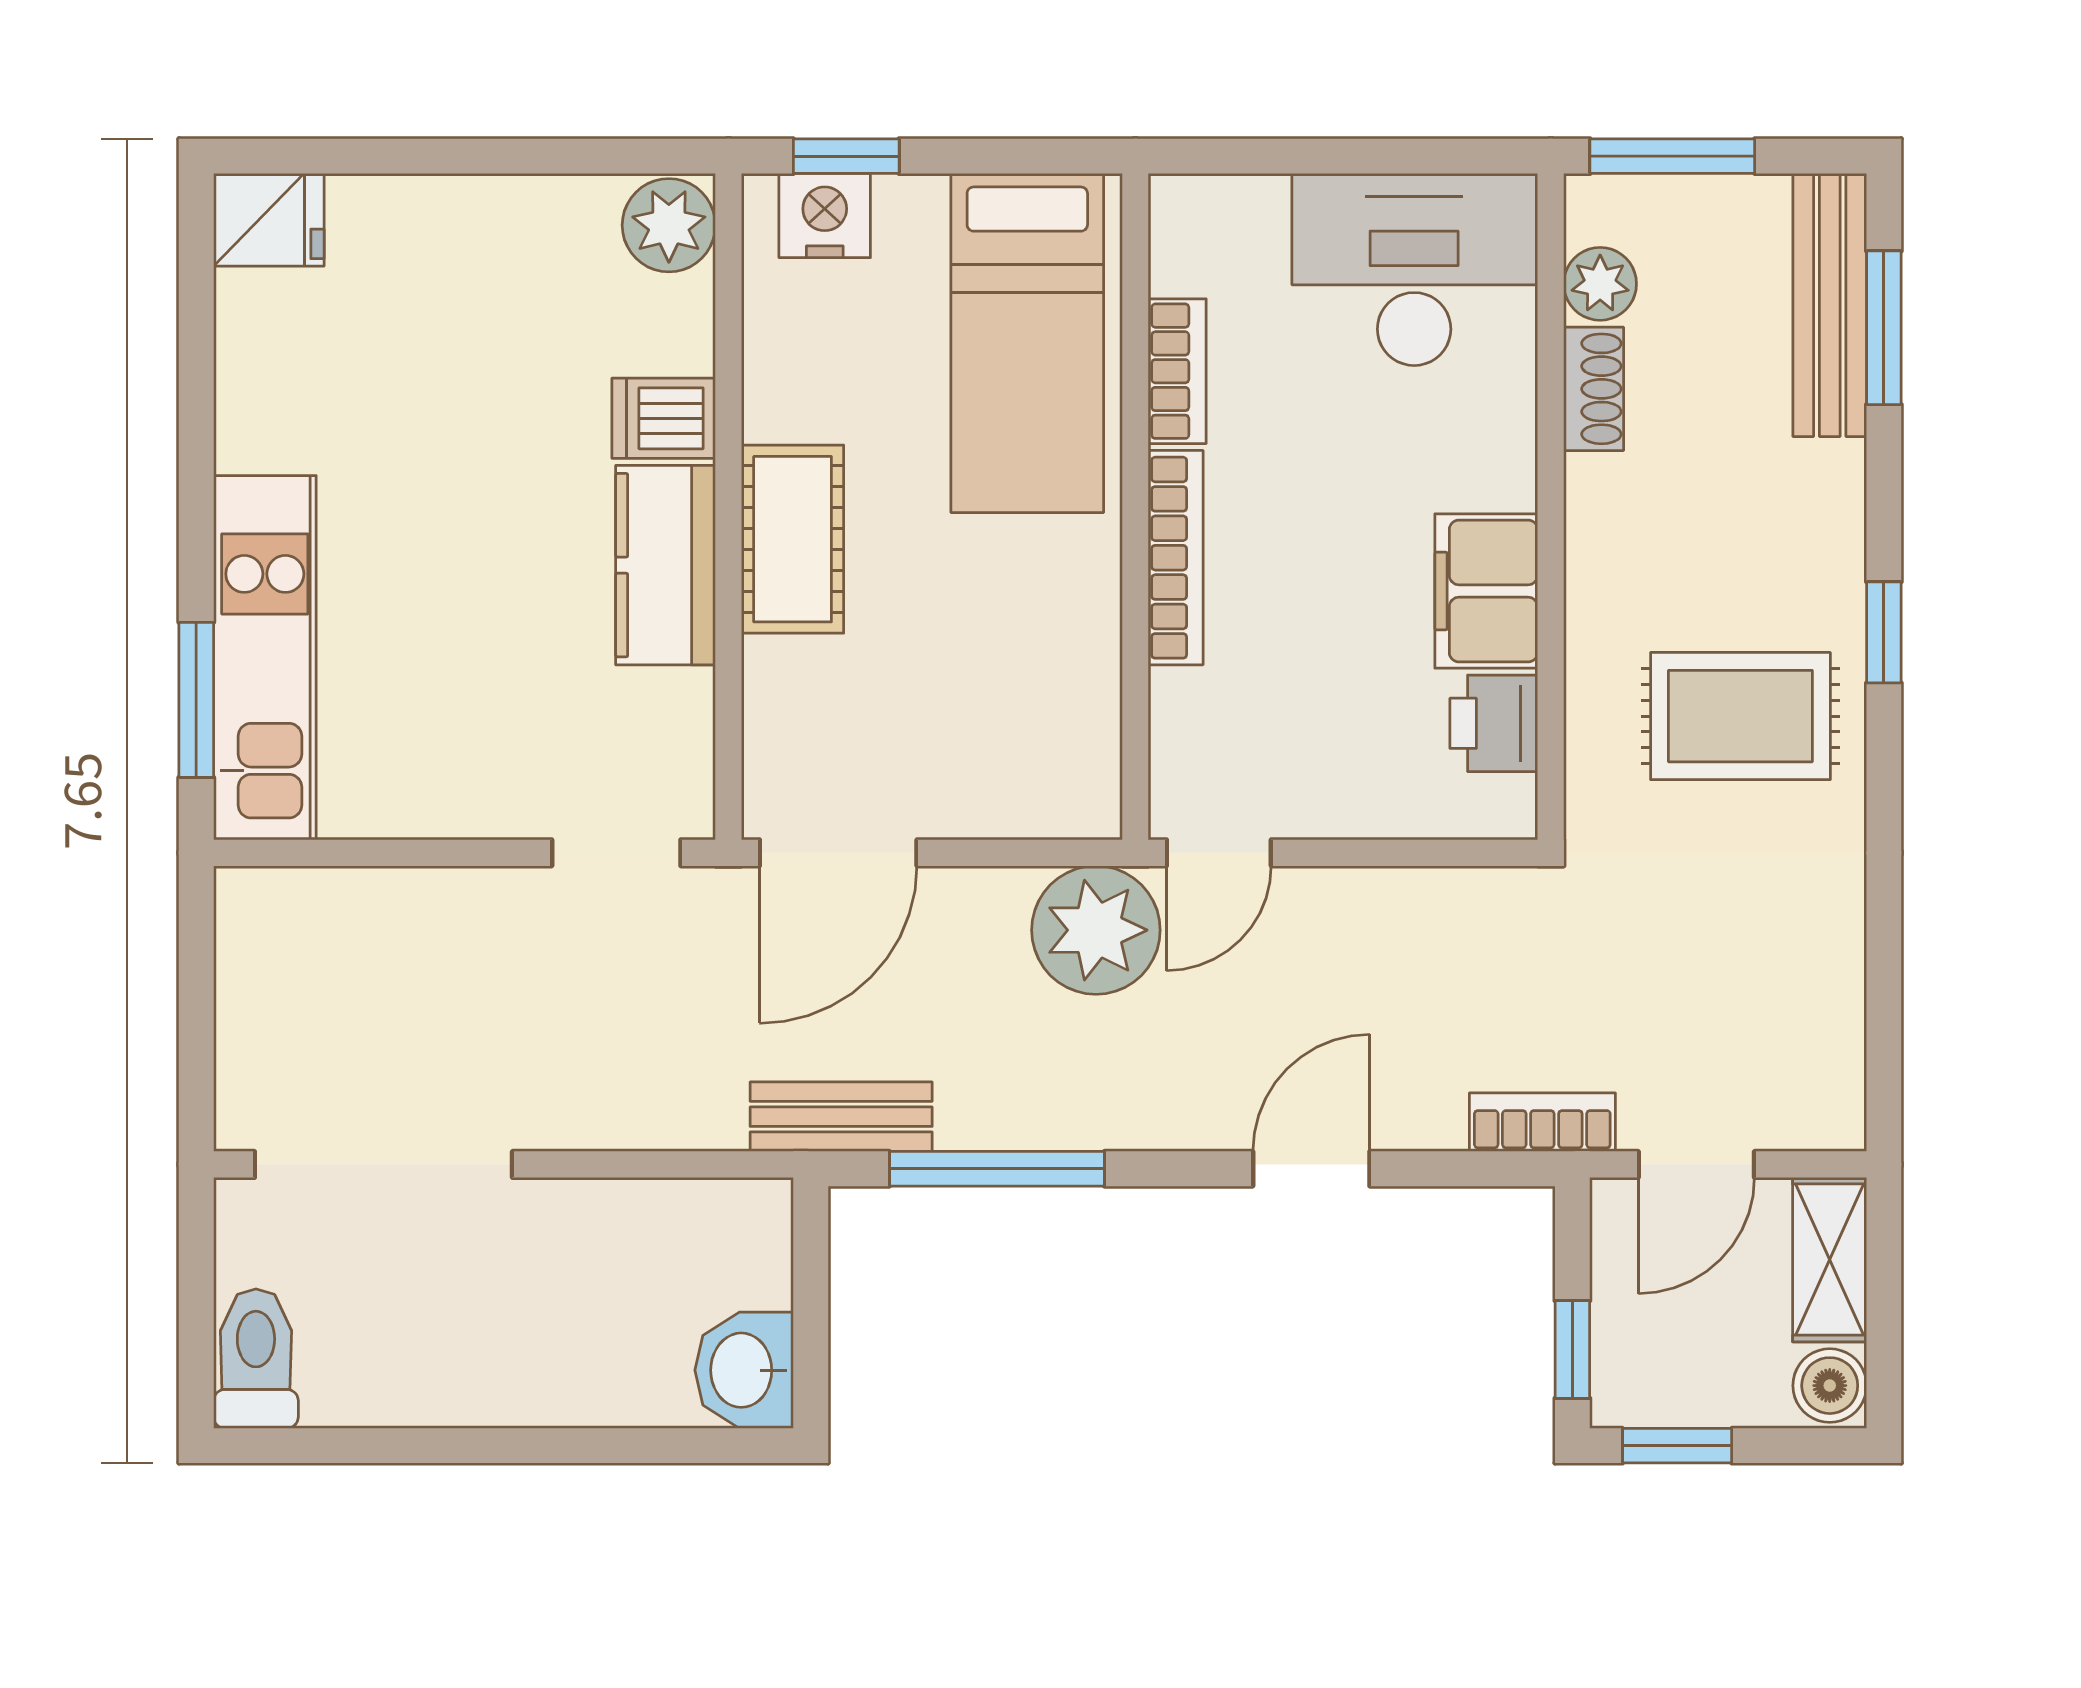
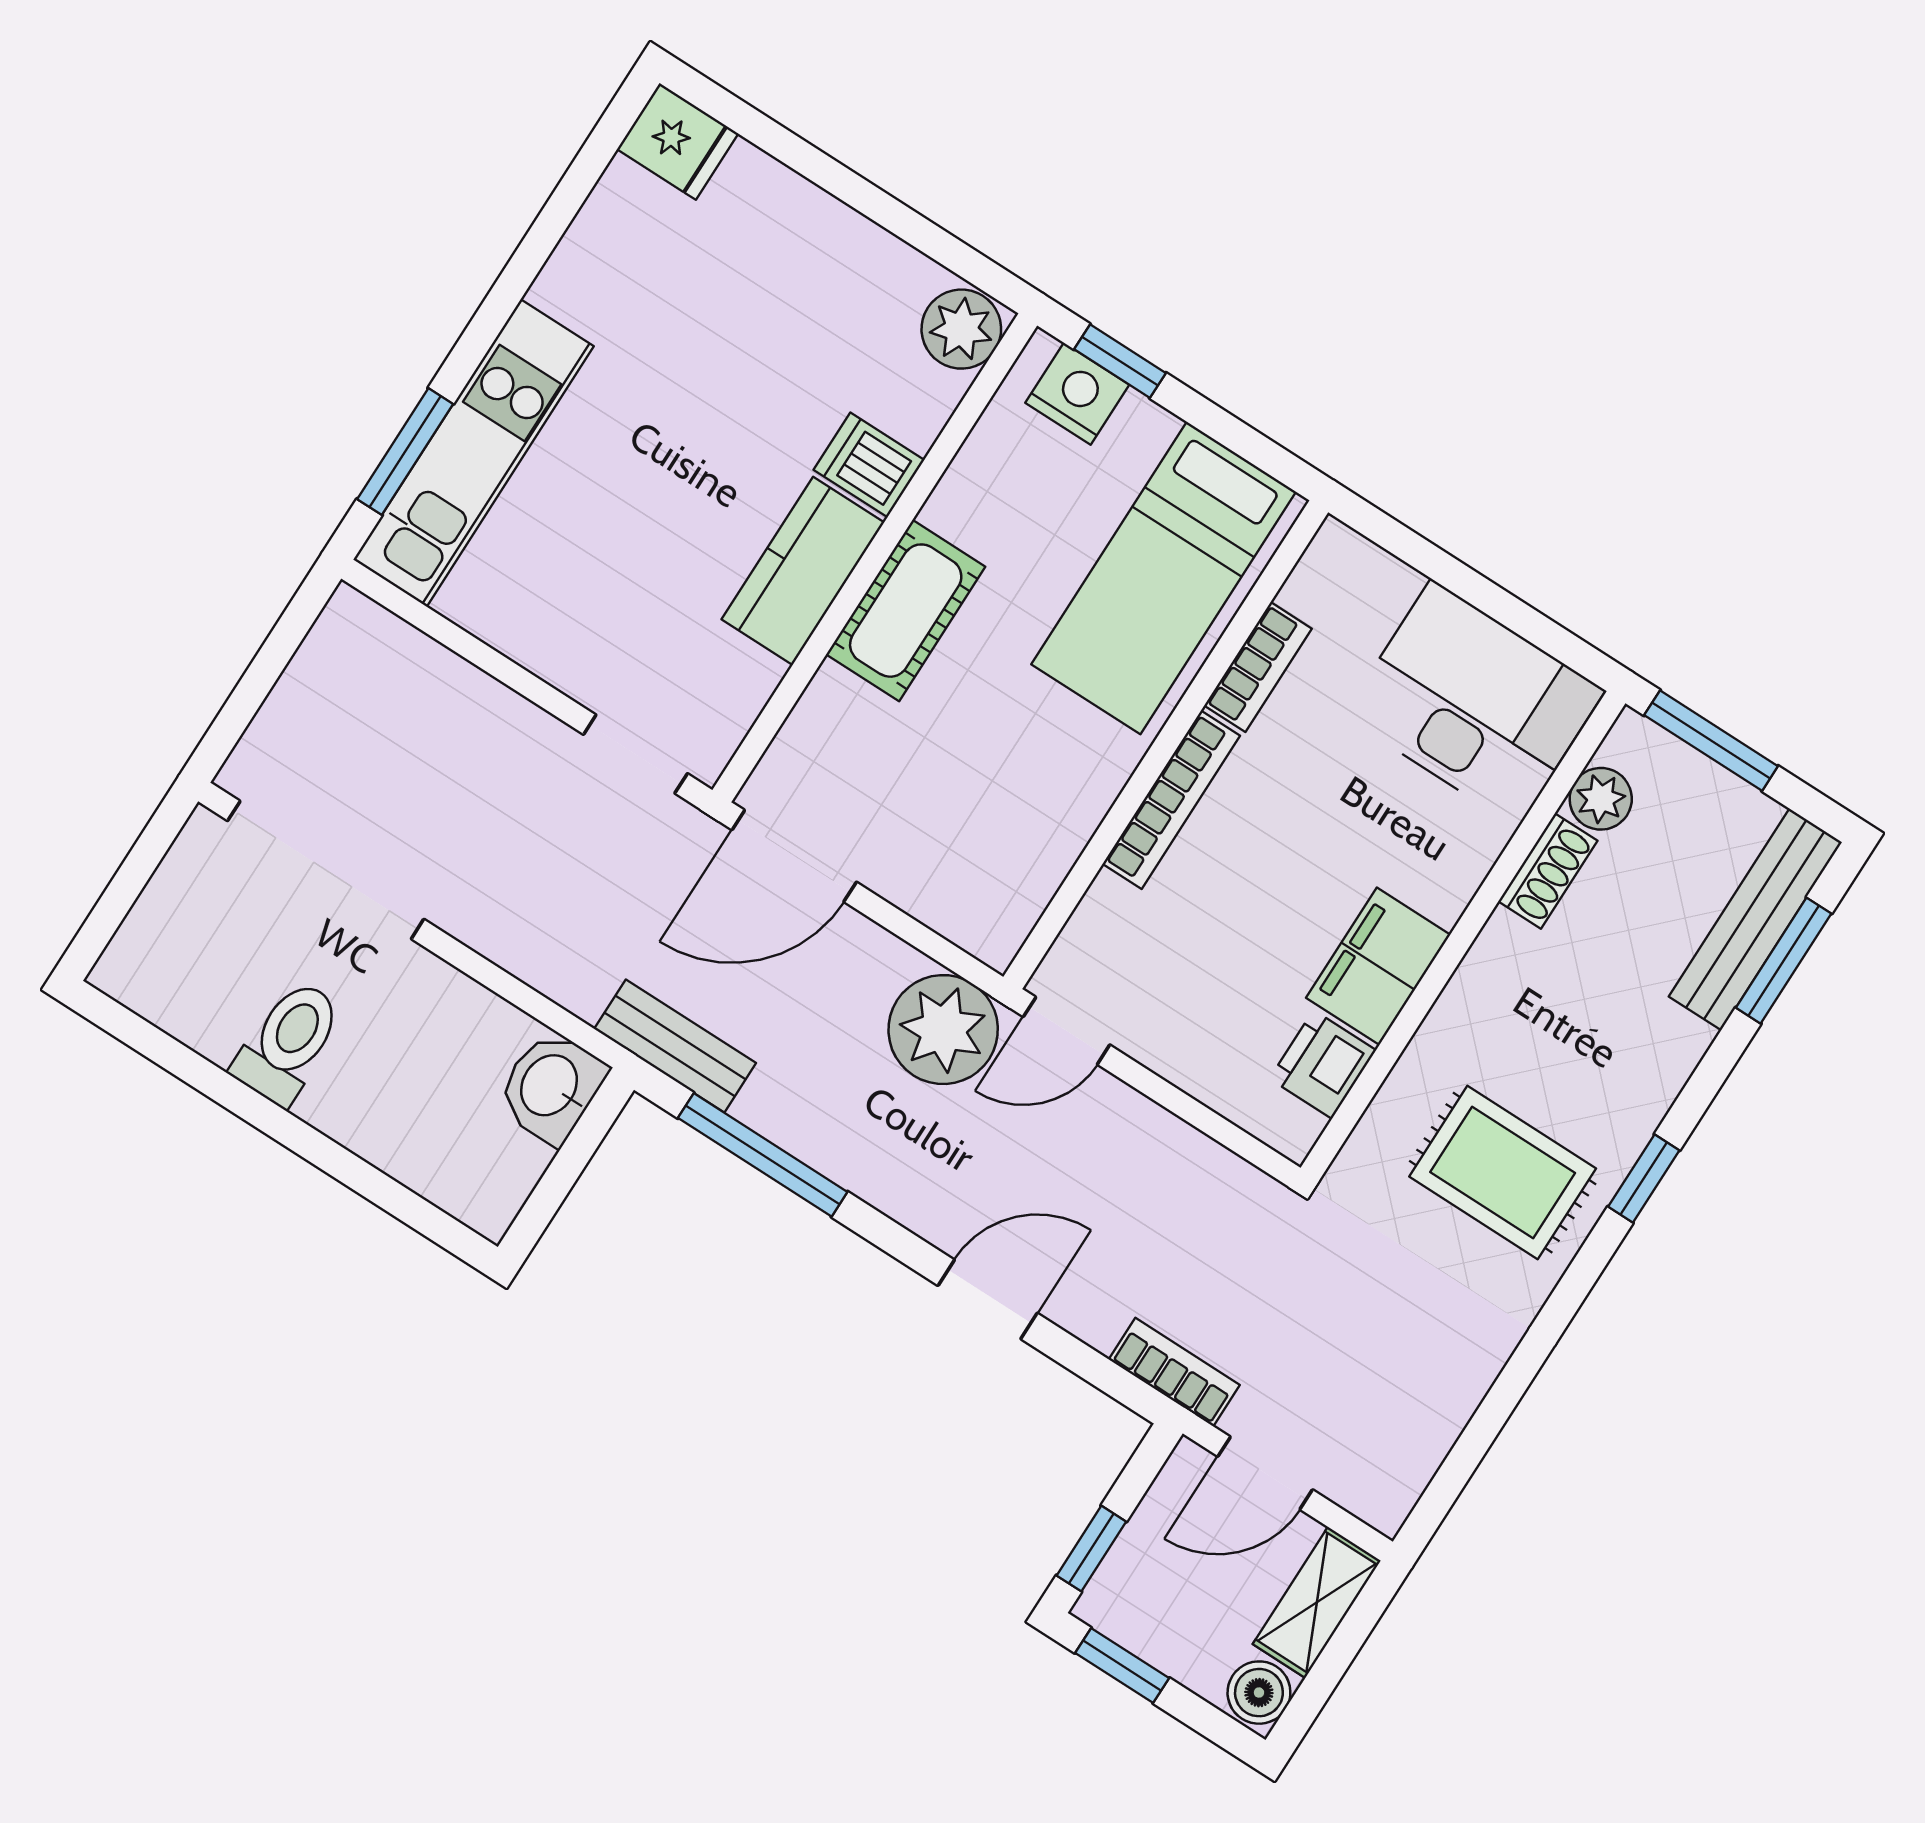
toilet: (256, 1359) -> (288, 1042), moved
washbasin: (744, 1370) -> (551, 1087), moved

